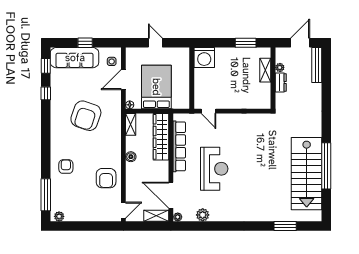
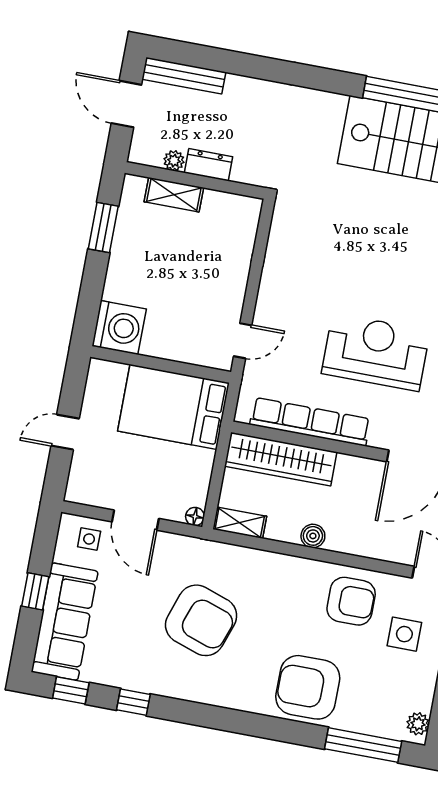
bed: (156, 87) -> (173, 407), moved
armchair: (66, 167) -> (308, 687), width x1.88, depth x1.88
side table: (96, 204) -> (404, 634), added

